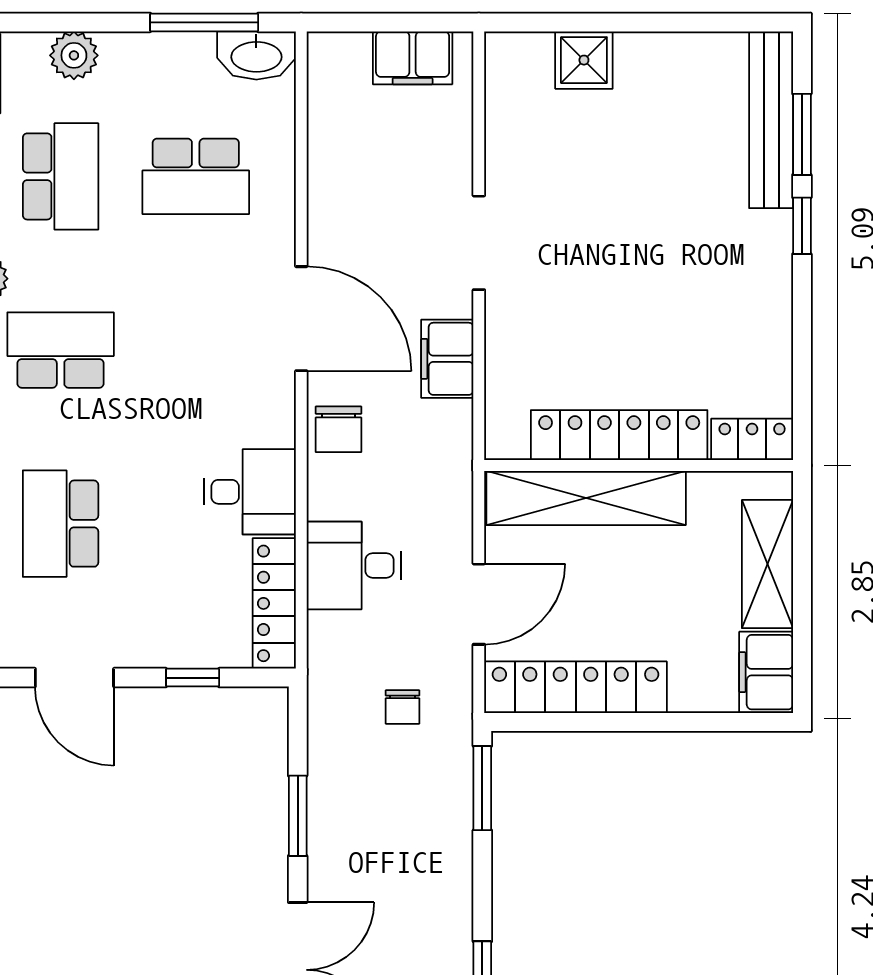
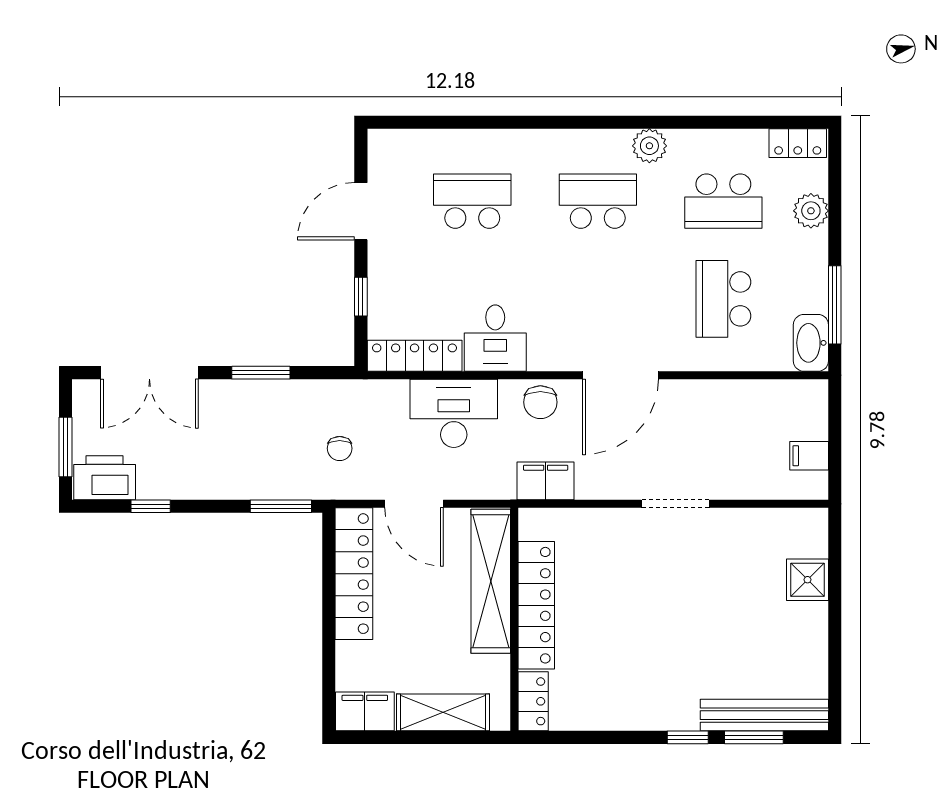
filing cabinet: (413, 58) -> (809, 456), width x0.50
school desk: (61, 350) -> (598, 201), turned -90
filing cabinet: (447, 359) -> (546, 481), moved
chair: (339, 429) -> (540, 402), turned -90
desk: (354, 565) -> (454, 413), width x1.37
chair: (403, 707) -> (340, 448), turned -90

